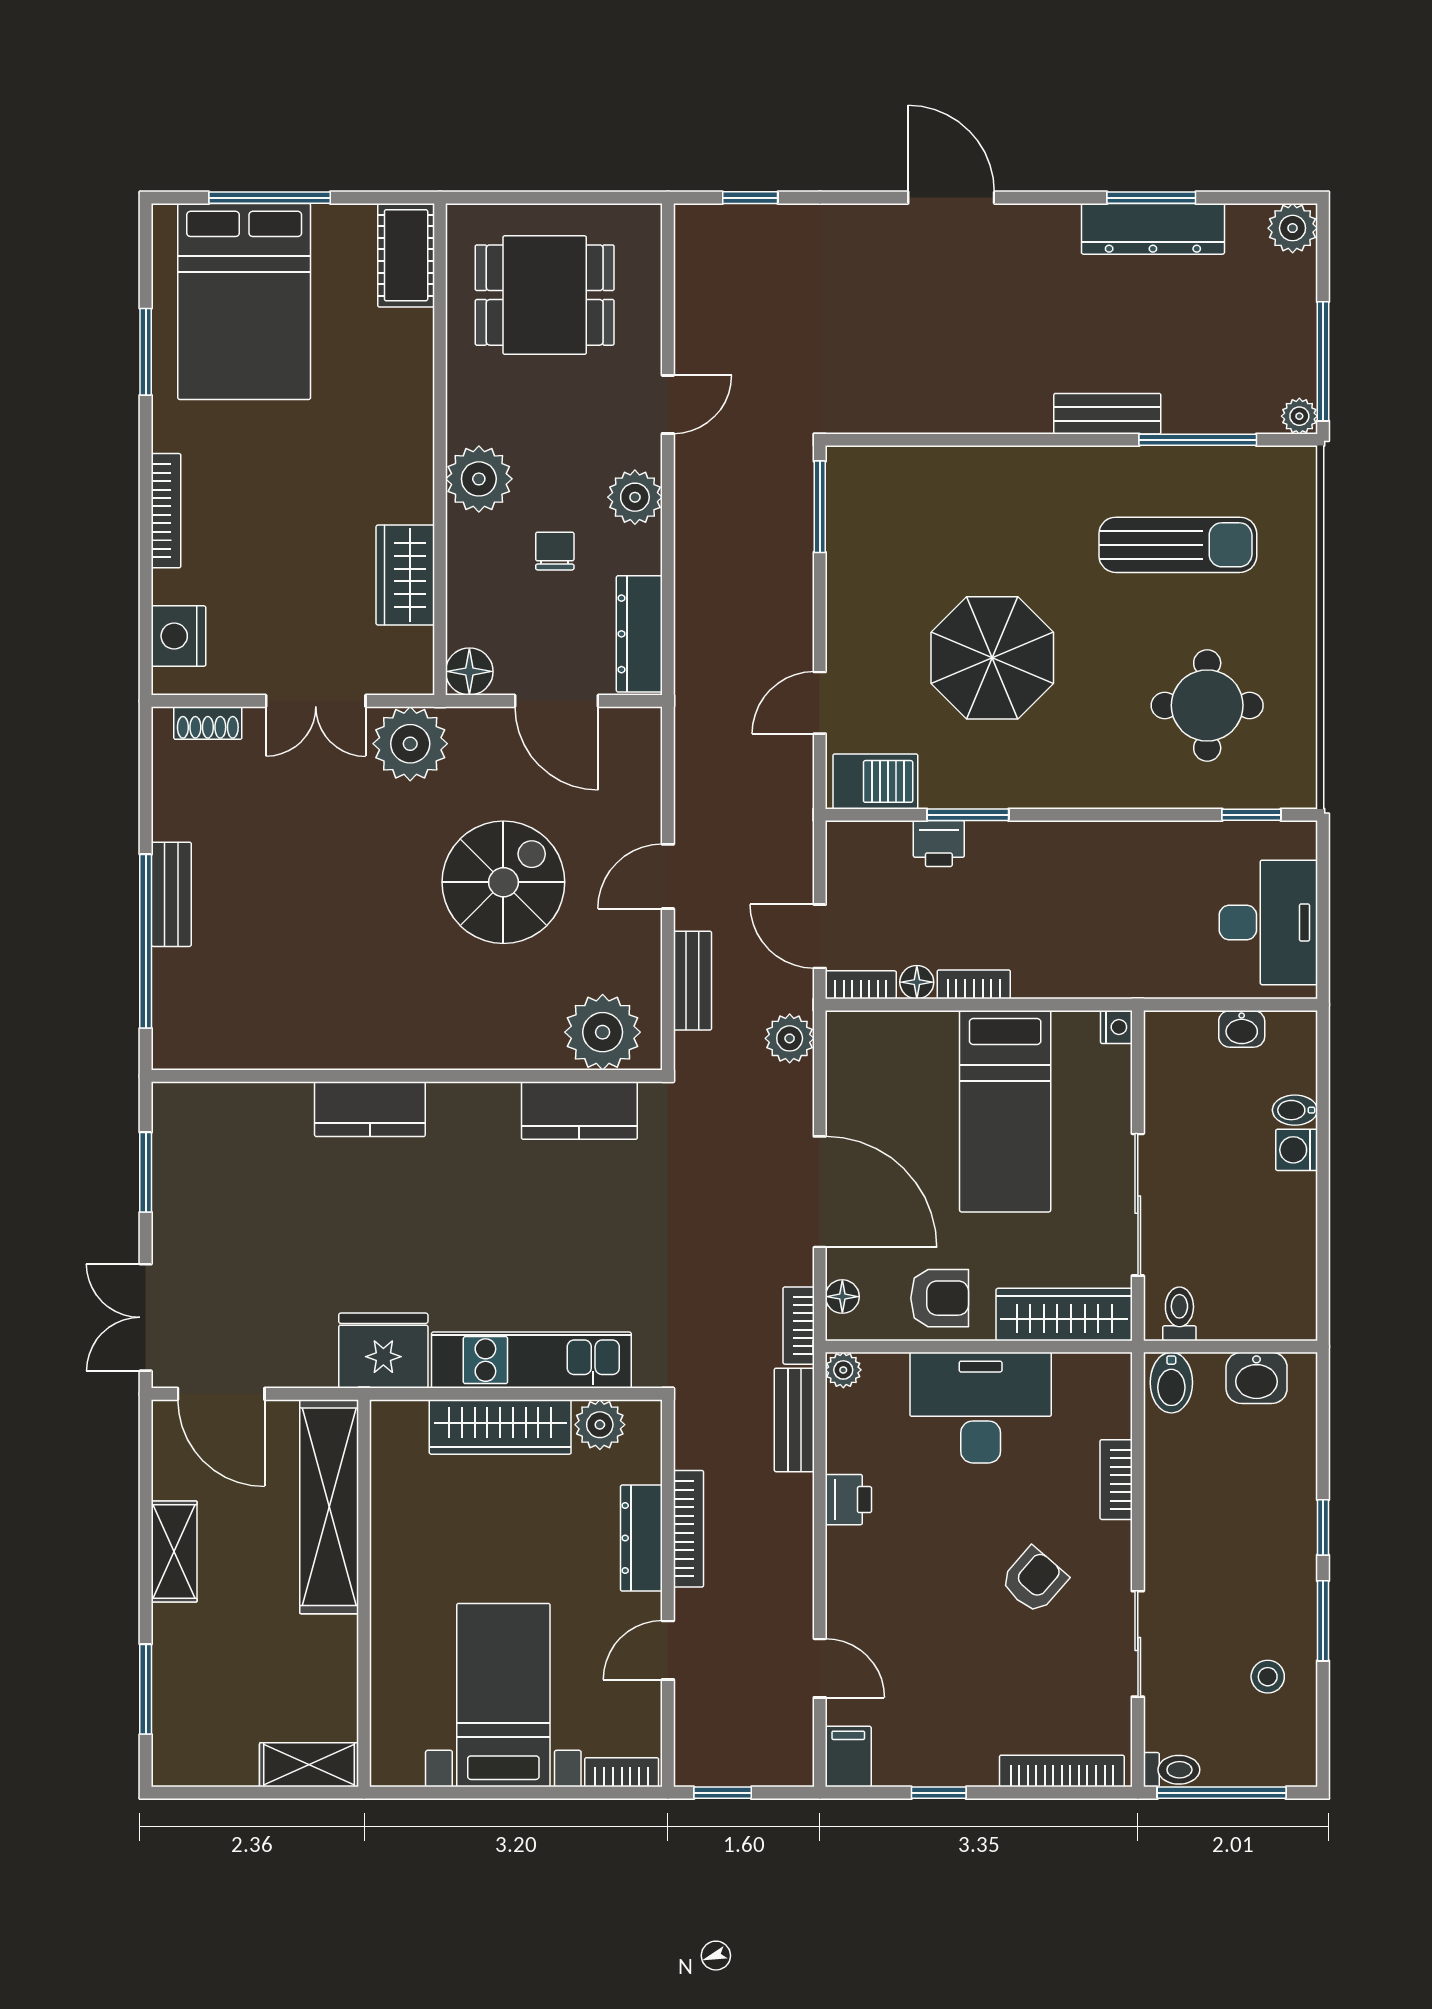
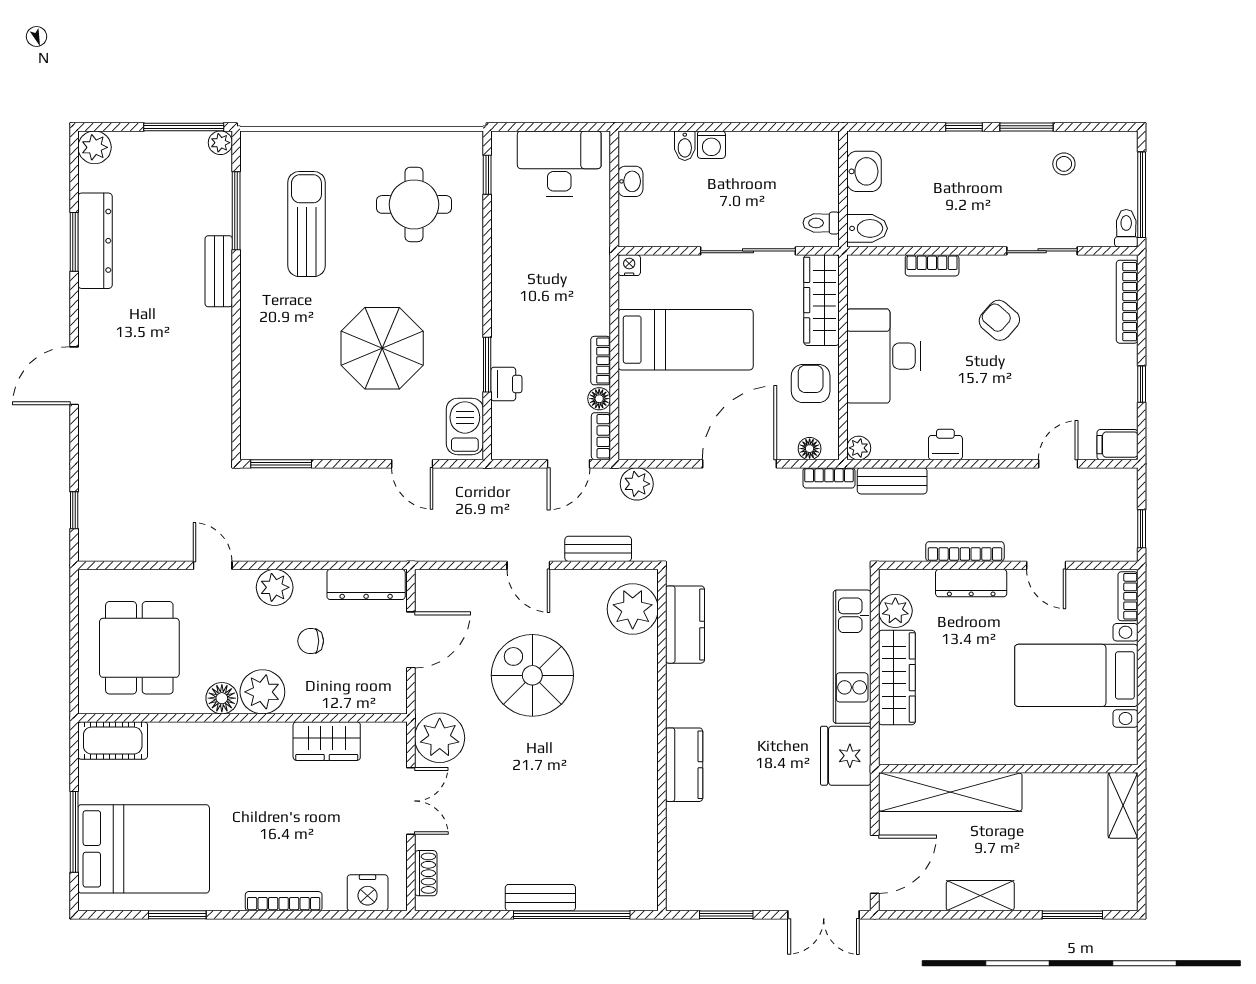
floor lamp: (469, 671) -> (222, 698), moved

